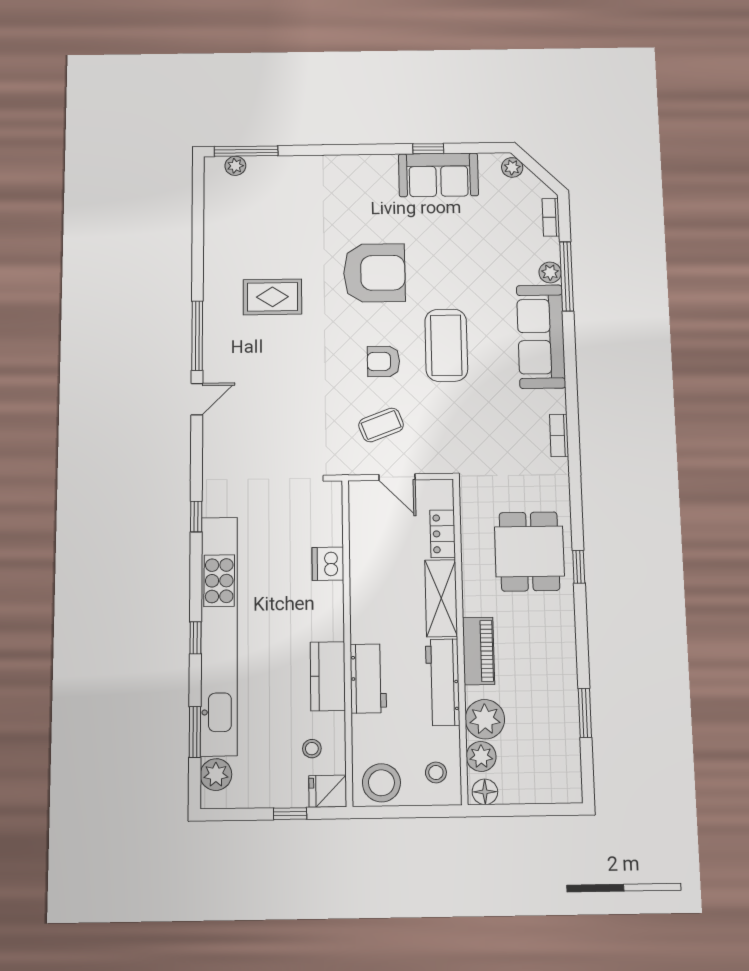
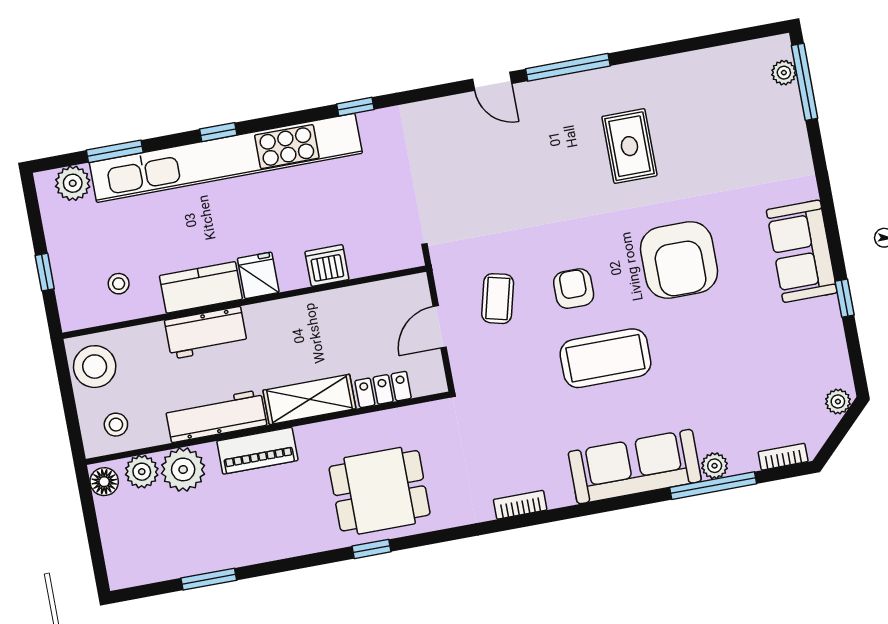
sofa: (438, 175) -> (802, 251), moved
coffee table: (381, 425) -> (498, 299), turned 35
fridge: (328, 791) -> (258, 275), moved

